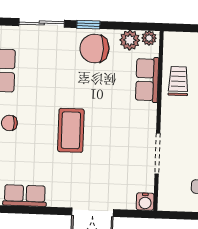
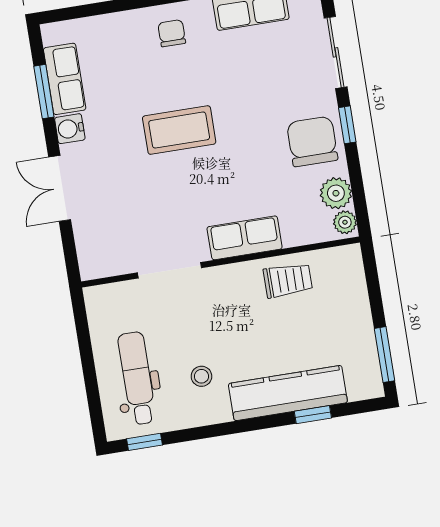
row of seats: (147, 80) -> (245, 238), moved
water cooler: (145, 202) -> (70, 129), moved
window: (30, 210) -> (44, 92), added

